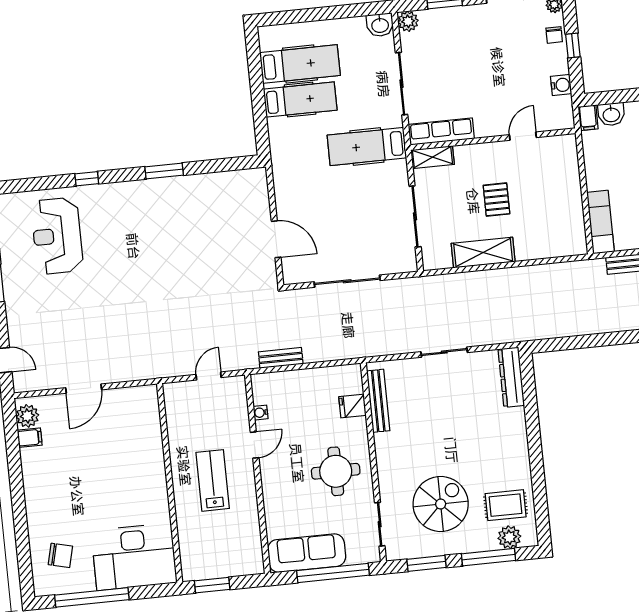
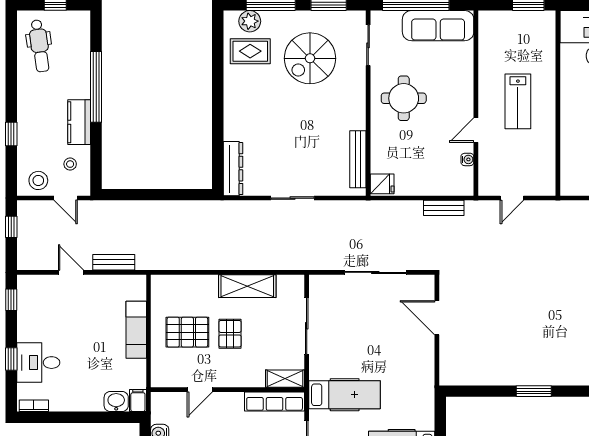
pallet: (542, 197) -> (187, 332), added
exam couch: (600, 222) -> (136, 330), moved
fridge: (352, 406) -> (382, 184), moved

